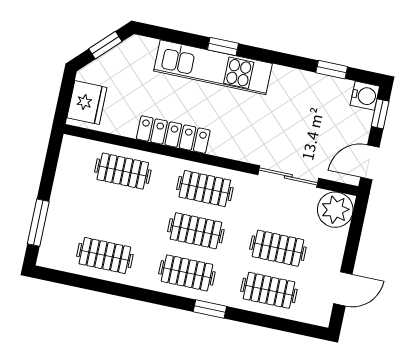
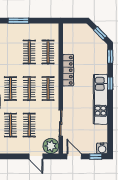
kitchen unit: (213, 67) -> (100, 99), moved
window: (332, 70) -> (110, 56), moved
fridge: (87, 103) -> (74, 31), removed
clothes rail: (105, 255) -> (29, 52), moved
door: (343, 289) -> (36, 156), moved

